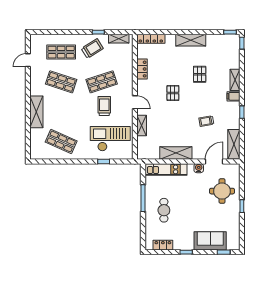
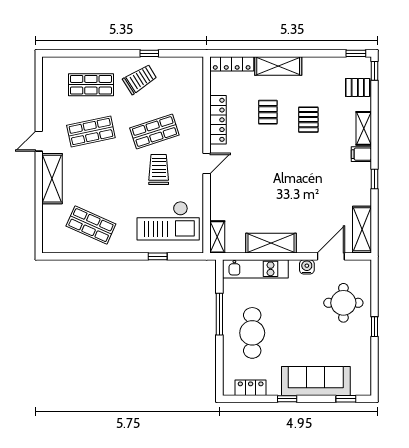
shelving: (119, 39) -> (181, 64), removed
shelving: (191, 40) -> (278, 66), moved
pallet: (231, 54) -> (358, 87), added
door: (28, 60) -> (39, 141), moved
locker: (142, 69) -> (218, 120), width x1.53
shop shelf: (61, 82) -> (91, 132), turned -30
pallet: (173, 93) -> (268, 112), moved
door: (135, 102) -> (207, 164), hinge flipped
trolley: (206, 121) -> (319, 193), removed
shelving: (142, 126) -> (217, 237), moved
checkout: (110, 139) -> (168, 221), turned 180
cafe table: (164, 210) -> (252, 333), width x1.37, depth x1.35
sofa: (210, 241) -> (316, 381), width x1.36

